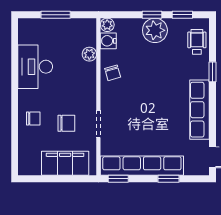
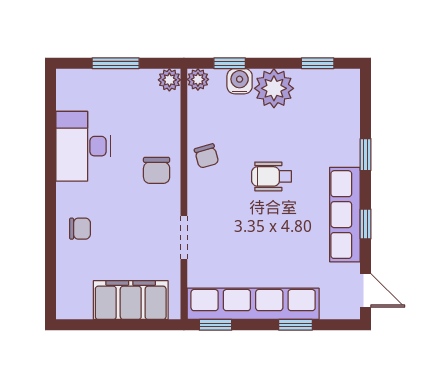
window: (152, 15) -> (230, 63), moved
water cooler: (108, 41) -> (240, 81), moved, turned 90
wheelchair: (197, 42) -> (271, 176), moved, turned -90
plant: (89, 54) -> (169, 80), moved
window: (213, 116) -> (366, 224), added
chair: (66, 123) -> (157, 170), moved, turned 90

